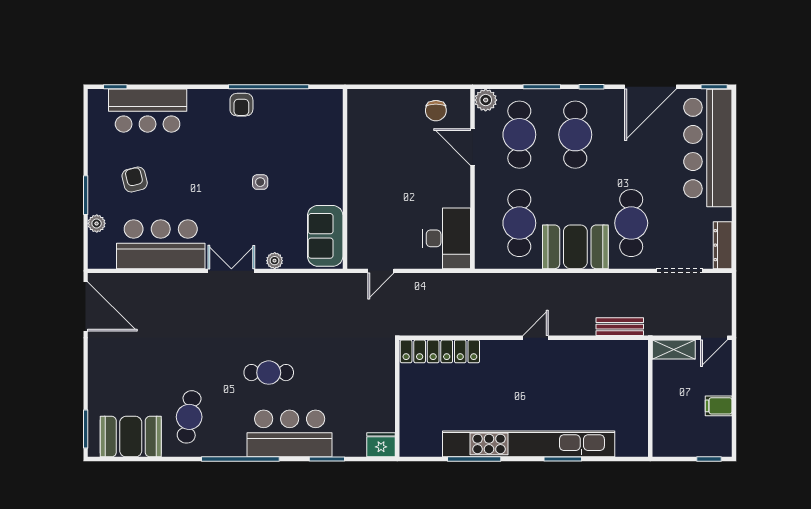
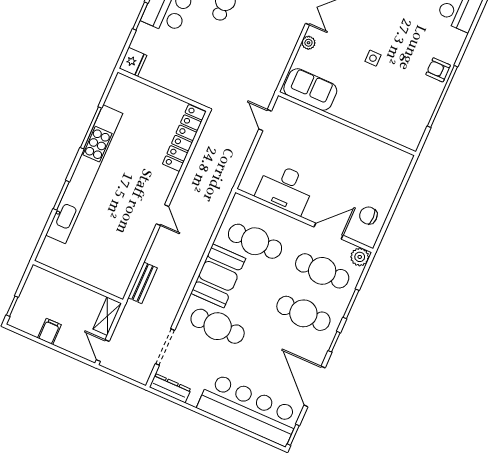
desk: (447, 238) -> (285, 188), moved

